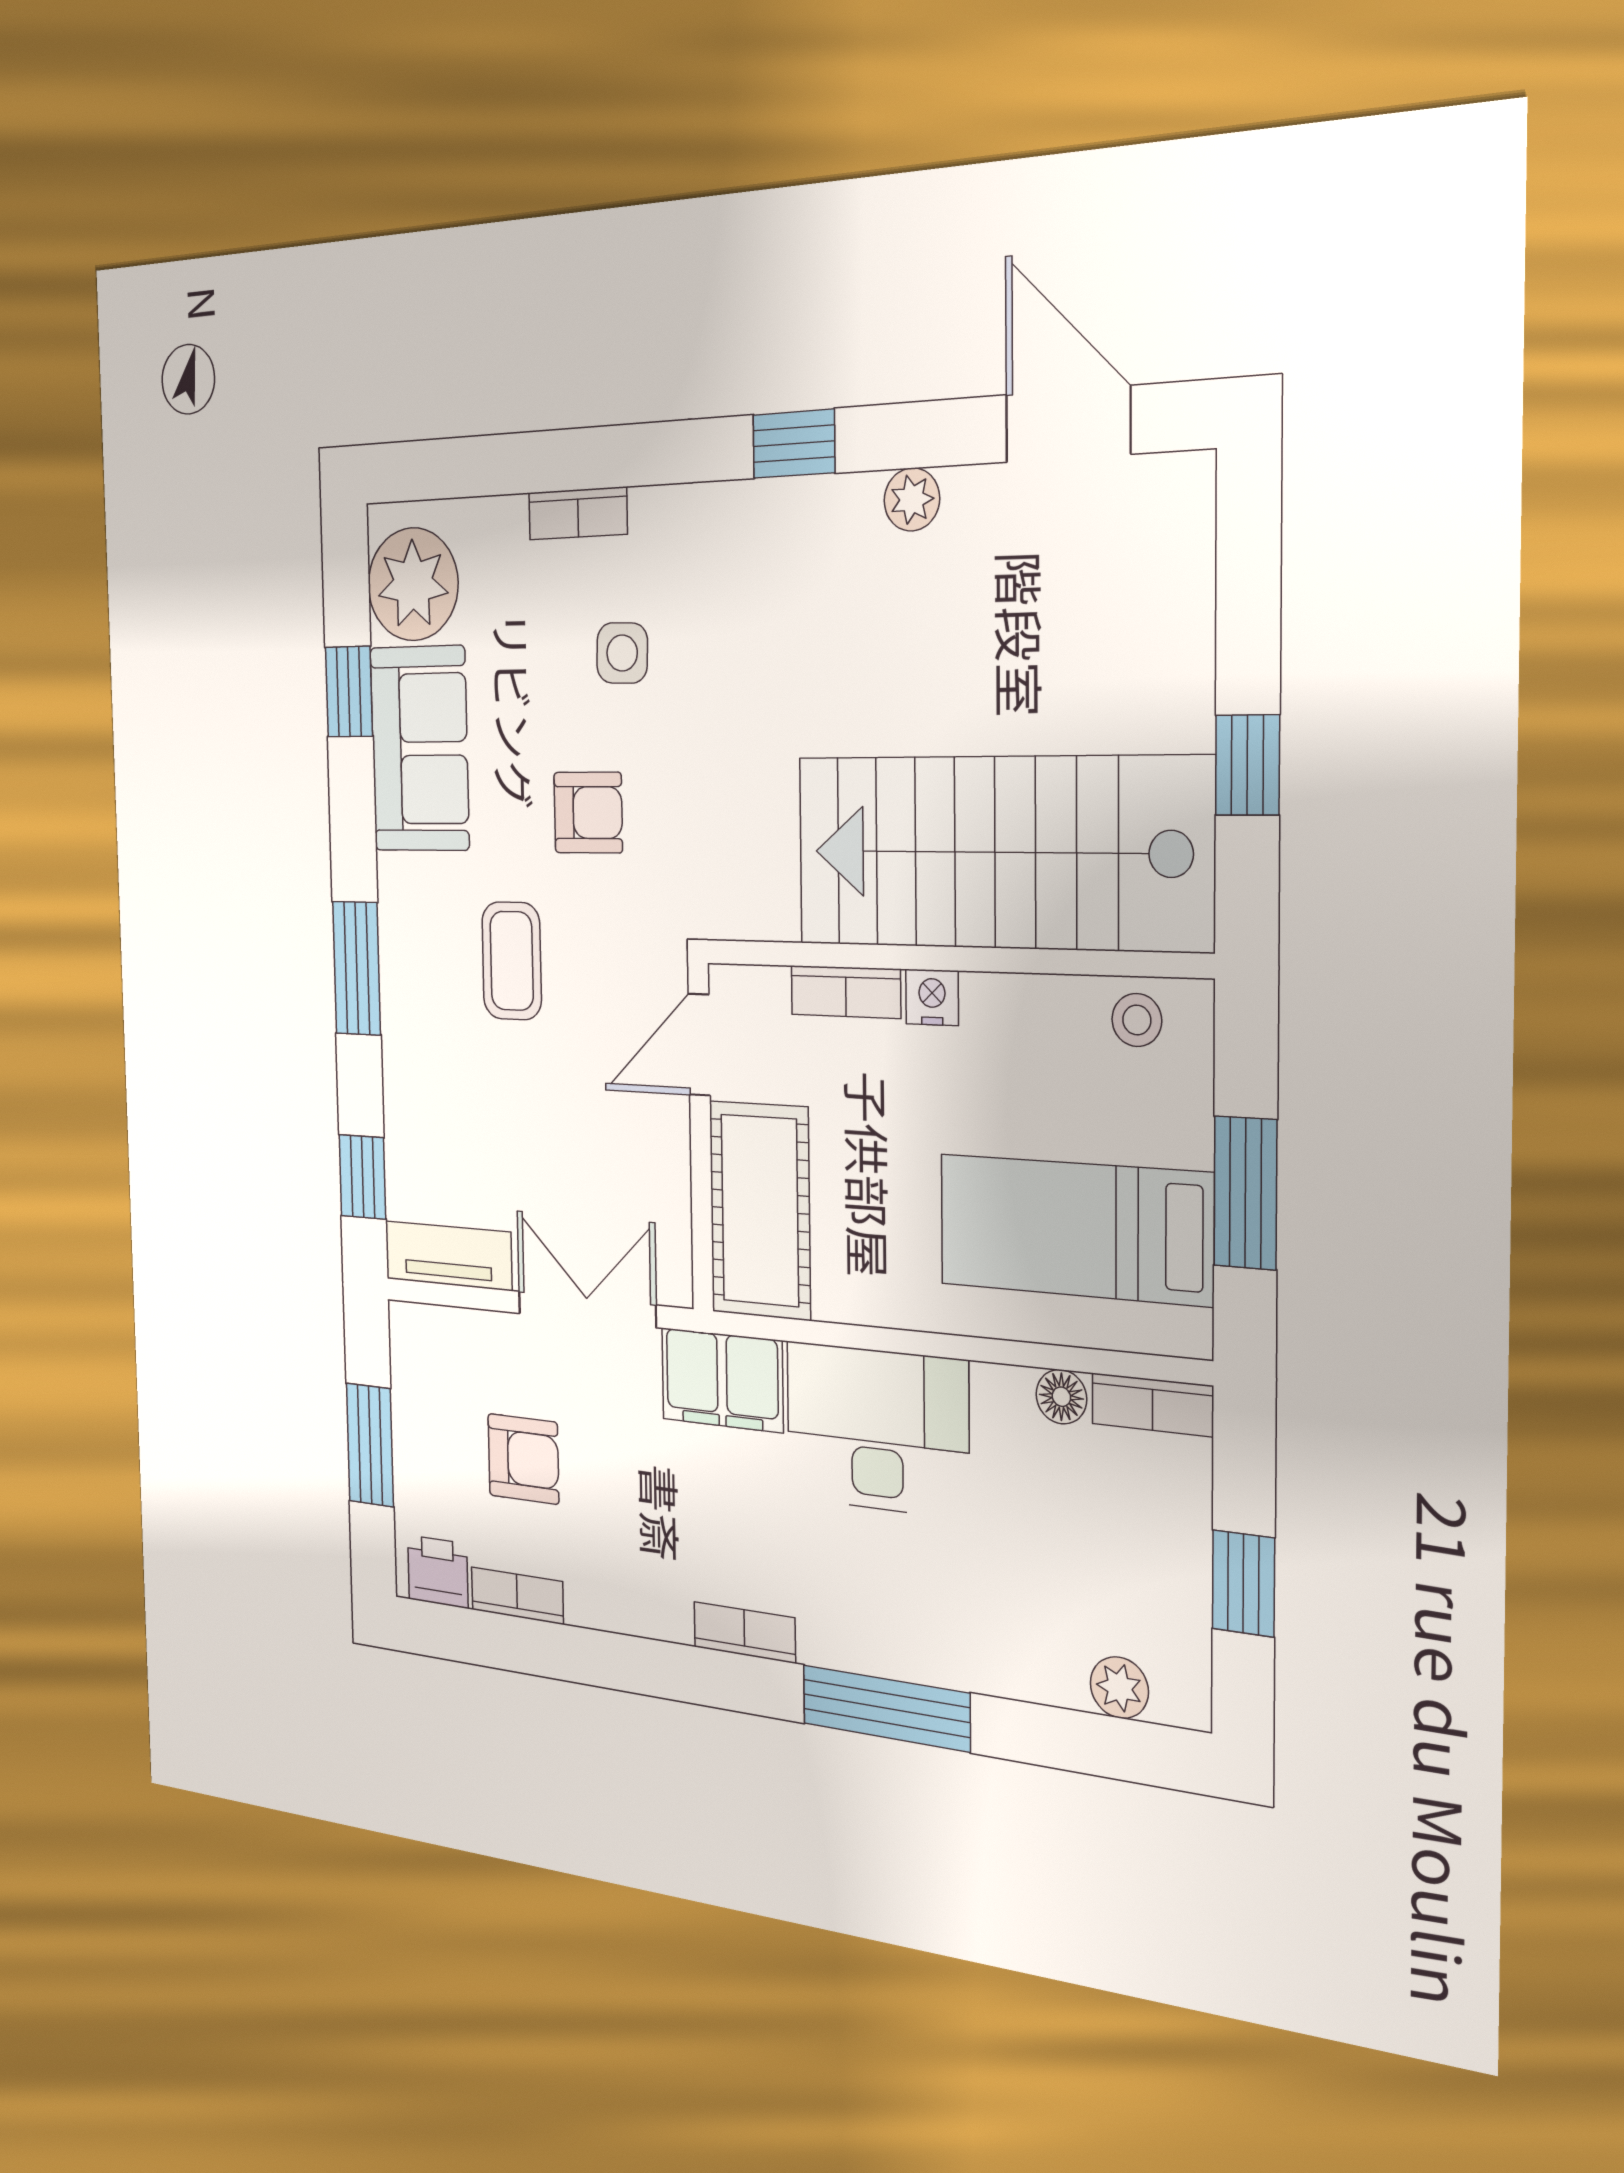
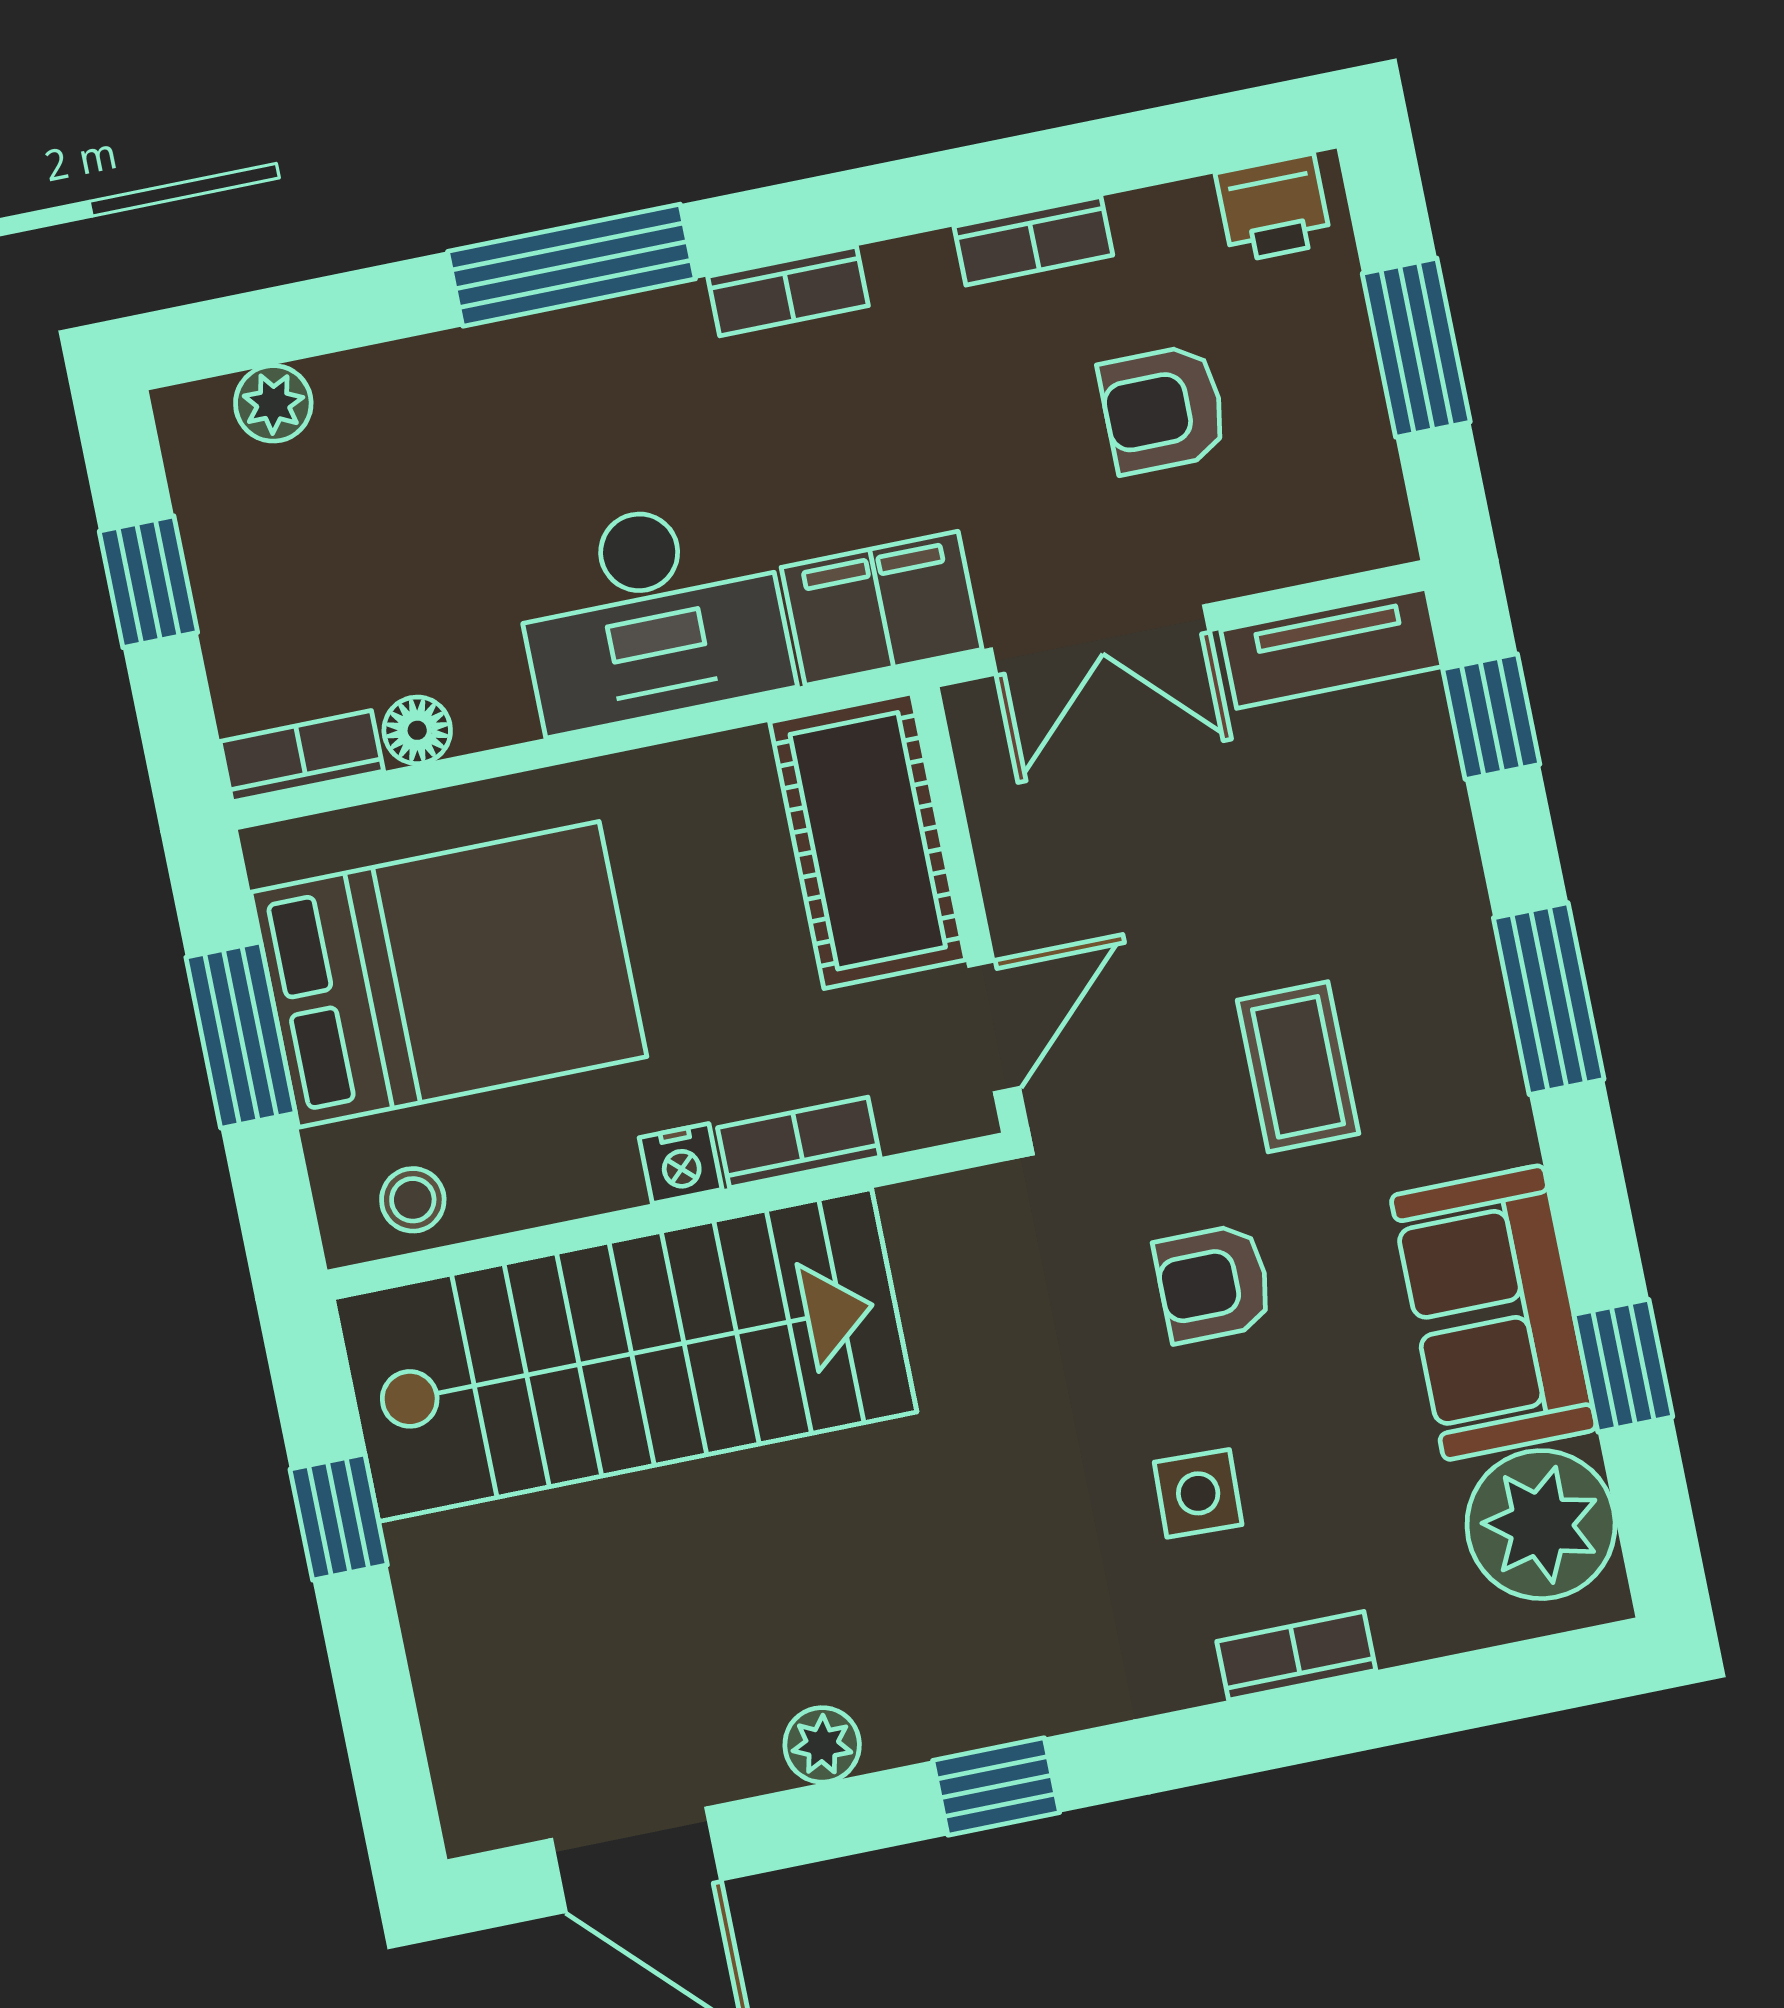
bed: (1075, 1229) -> (449, 974), width x1.50
bookcase: (517, 1596) -> (1033, 241), moved

